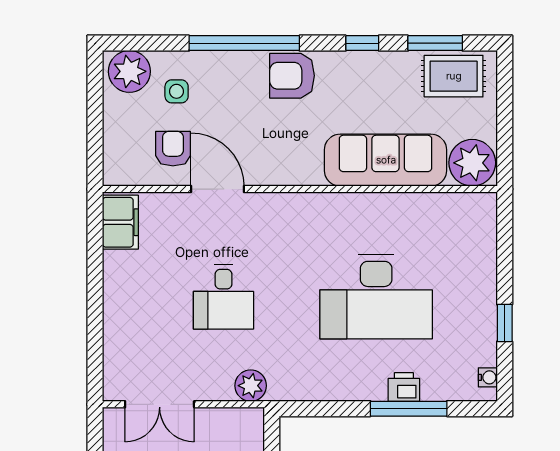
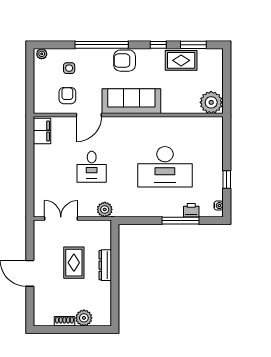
plant: (129, 71) -> (42, 54), width x0.53, depth x0.53
rug: (454, 76) -> (181, 60), moved
sofa: (386, 160) -> (131, 101), moved
door: (218, 189) -> (89, 115), swing flipped
printer: (404, 387) -> (191, 210), moved
double door: (160, 404) -> (61, 218), swing flipped

